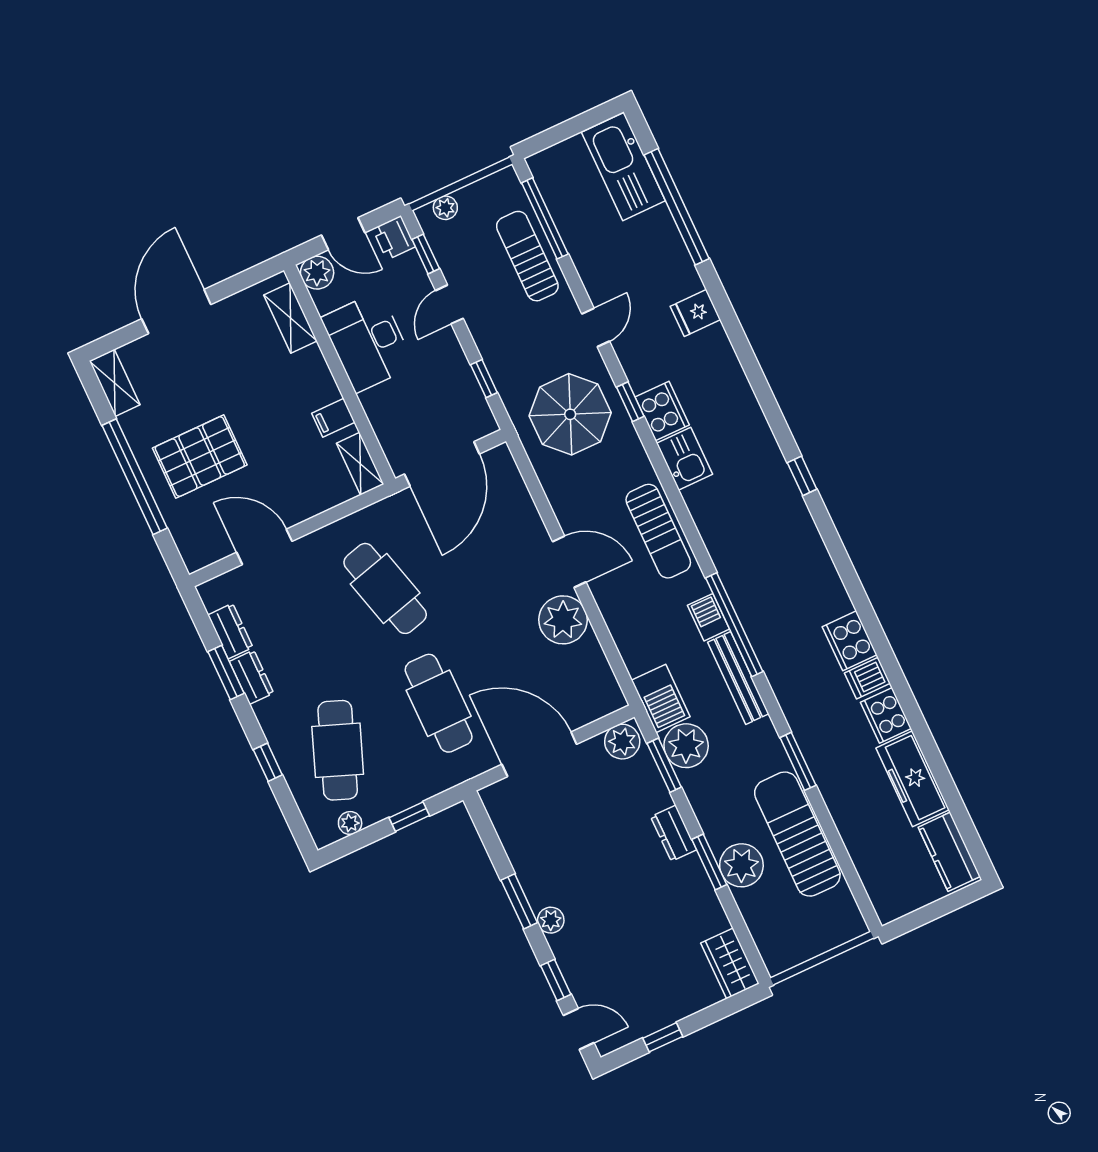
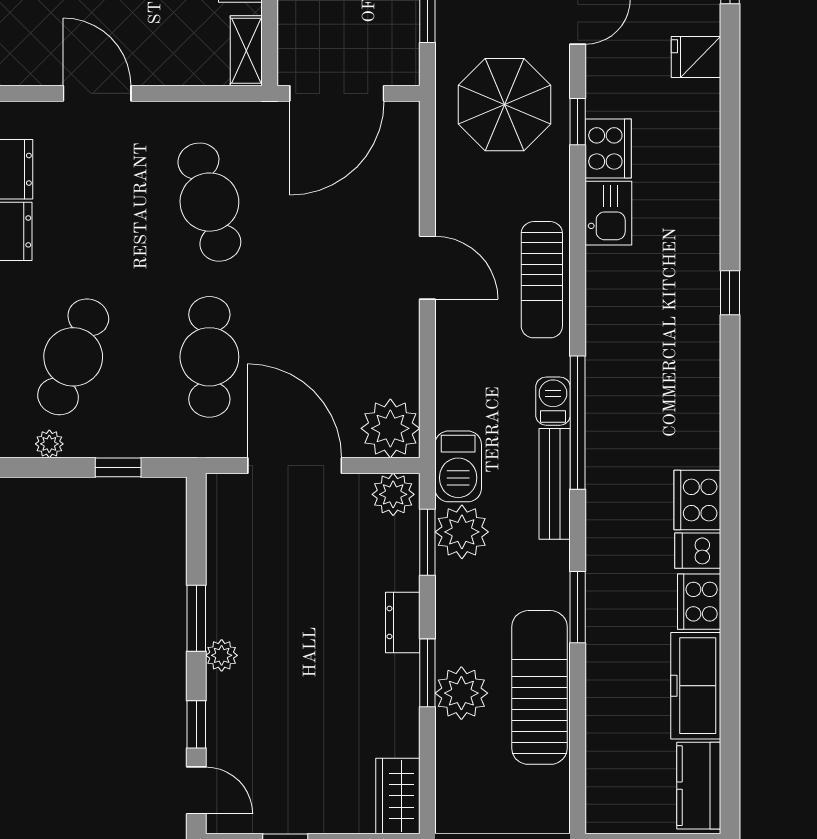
plant: (563, 620) -> (390, 428), moved

